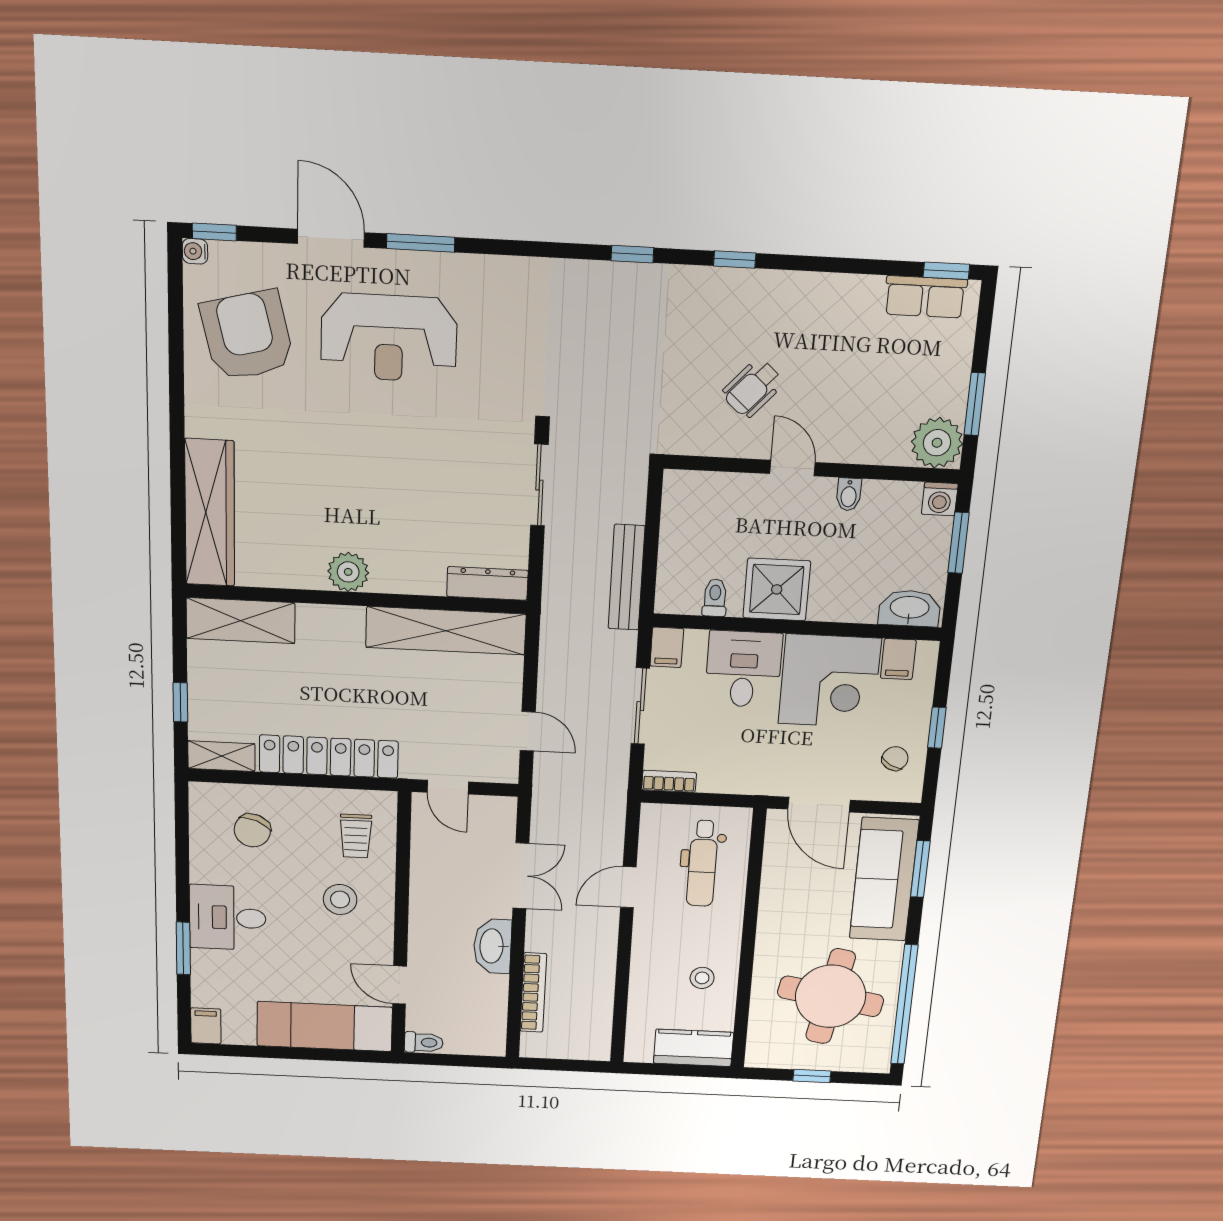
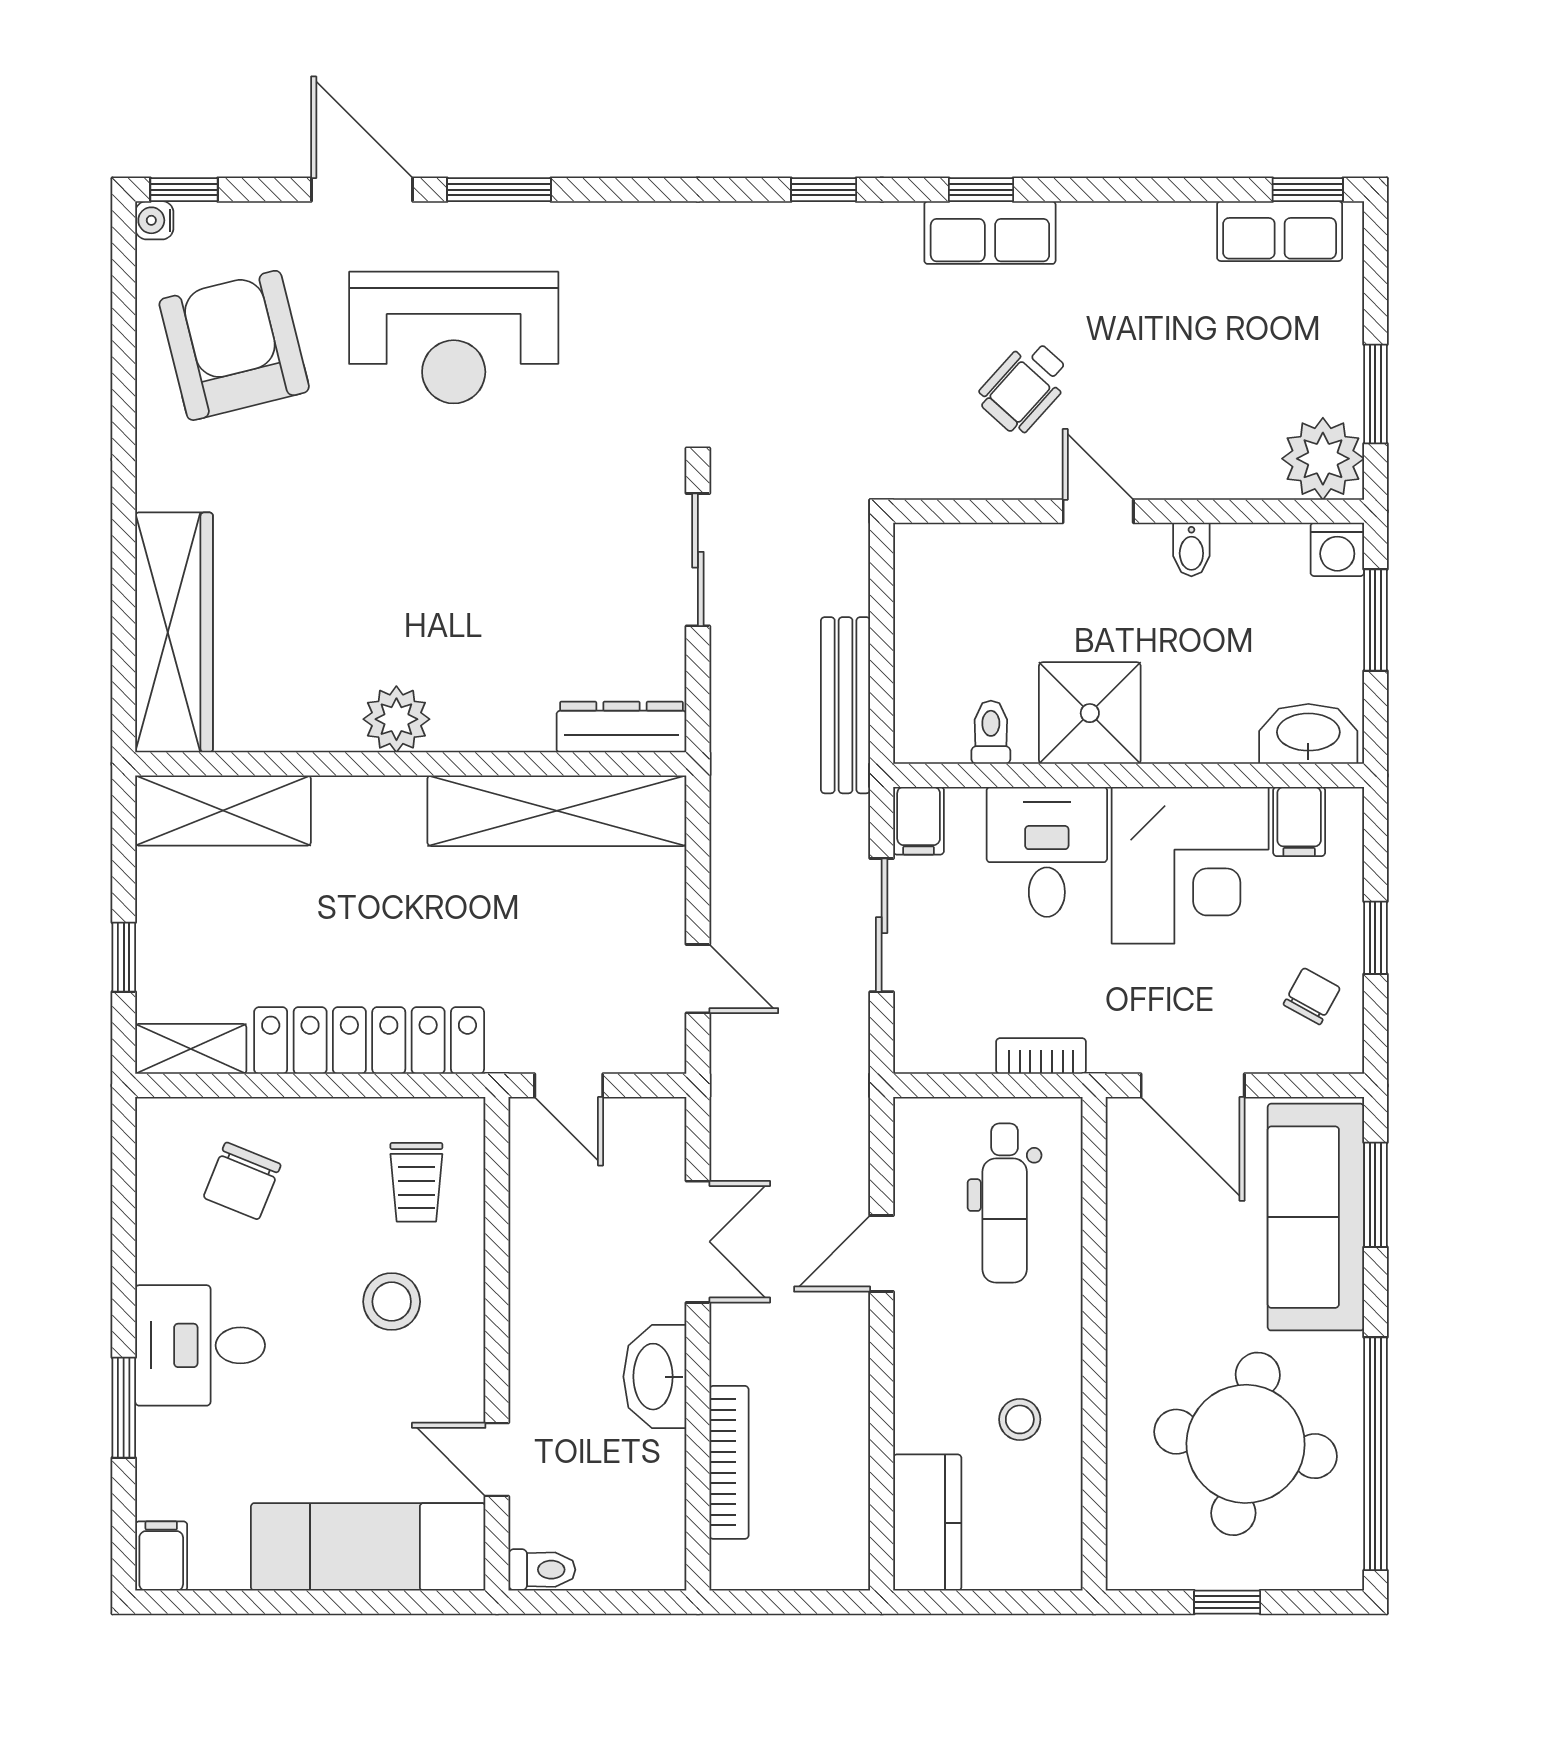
row of seats: (738, 288) -> (990, 233), added
bookcase: (669, 781) -> (1041, 1056), moved
kitchen counter: (693, 1048) -> (927, 1523), moved, turned 90

